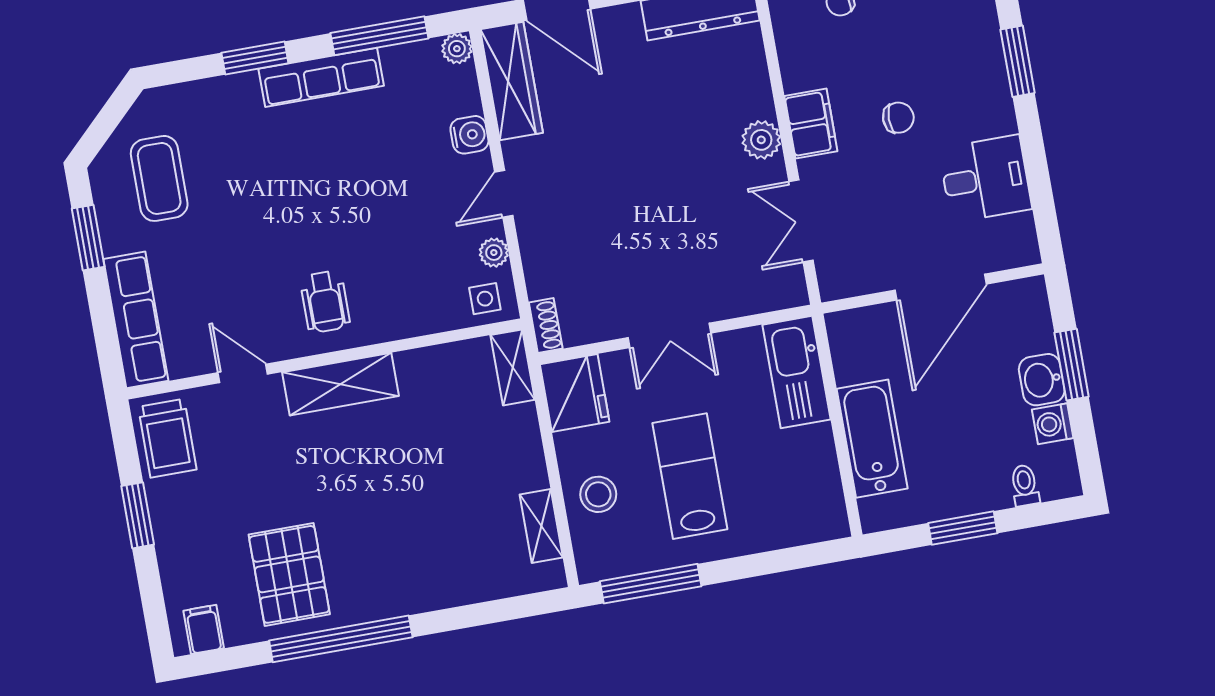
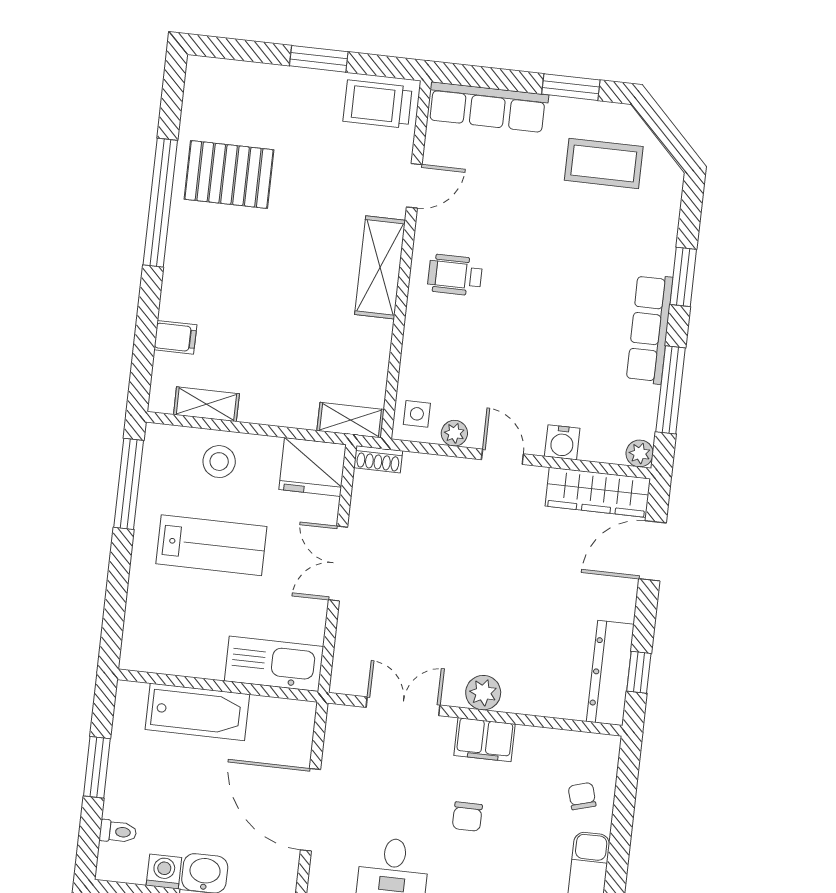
filing cabinet: (204, 629) -> (175, 337), moved

